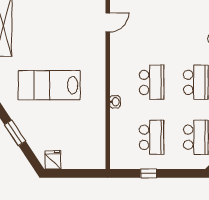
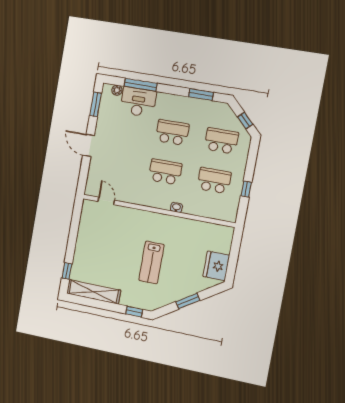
lab bench: (49, 85) -> (151, 263), width x0.73, depth x0.72
fridge: (53, 160) -> (216, 266), width x1.88, depth x1.34

